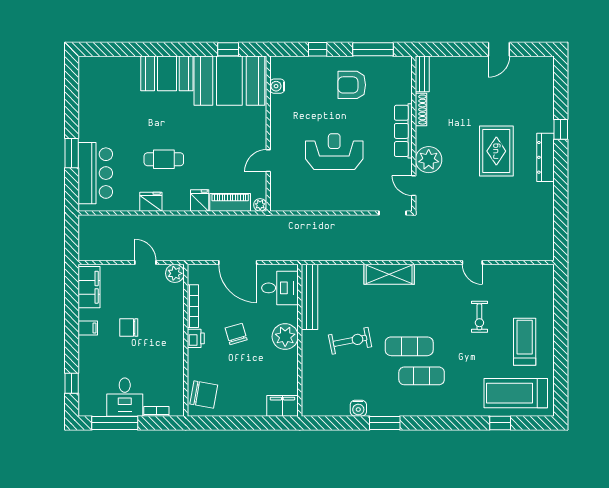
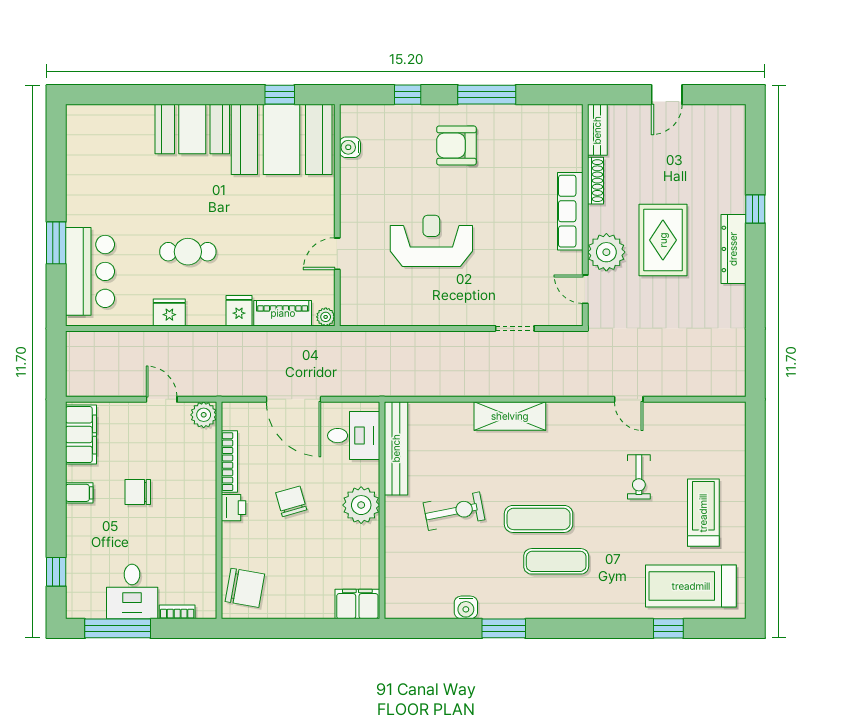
bench: (422, 74) -> (597, 130), moved
shoe rack: (421, 110) -> (596, 181), moved
row of seats: (403, 131) -> (570, 211), moved
wall: (414, 134) -> (585, 215), moved
plant: (429, 160) -> (606, 252), moved
door: (414, 186) -> (585, 289), moved

